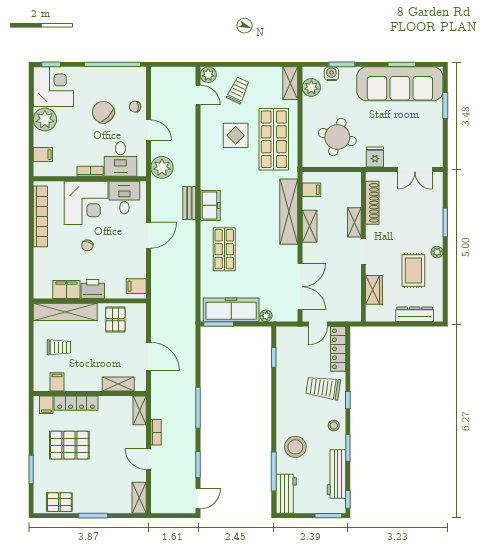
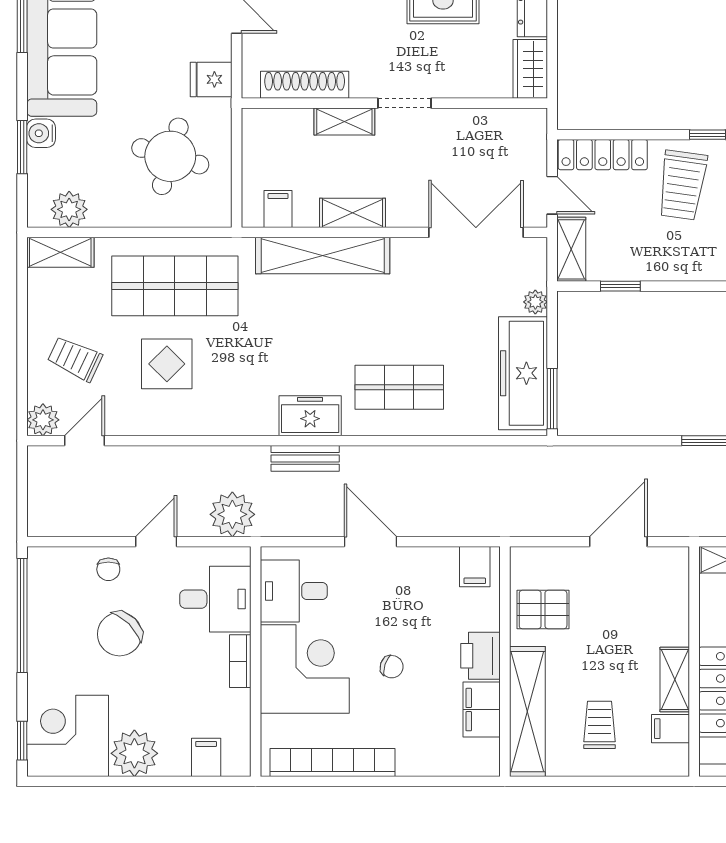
water cooler: (331, 74) -> (41, 133), moved
wardrobe: (374, 290) -> (530, 69), moved, turned -90
shelving: (292, 333) -> (571, 249), added
shelving: (118, 384) -> (675, 680), moved

